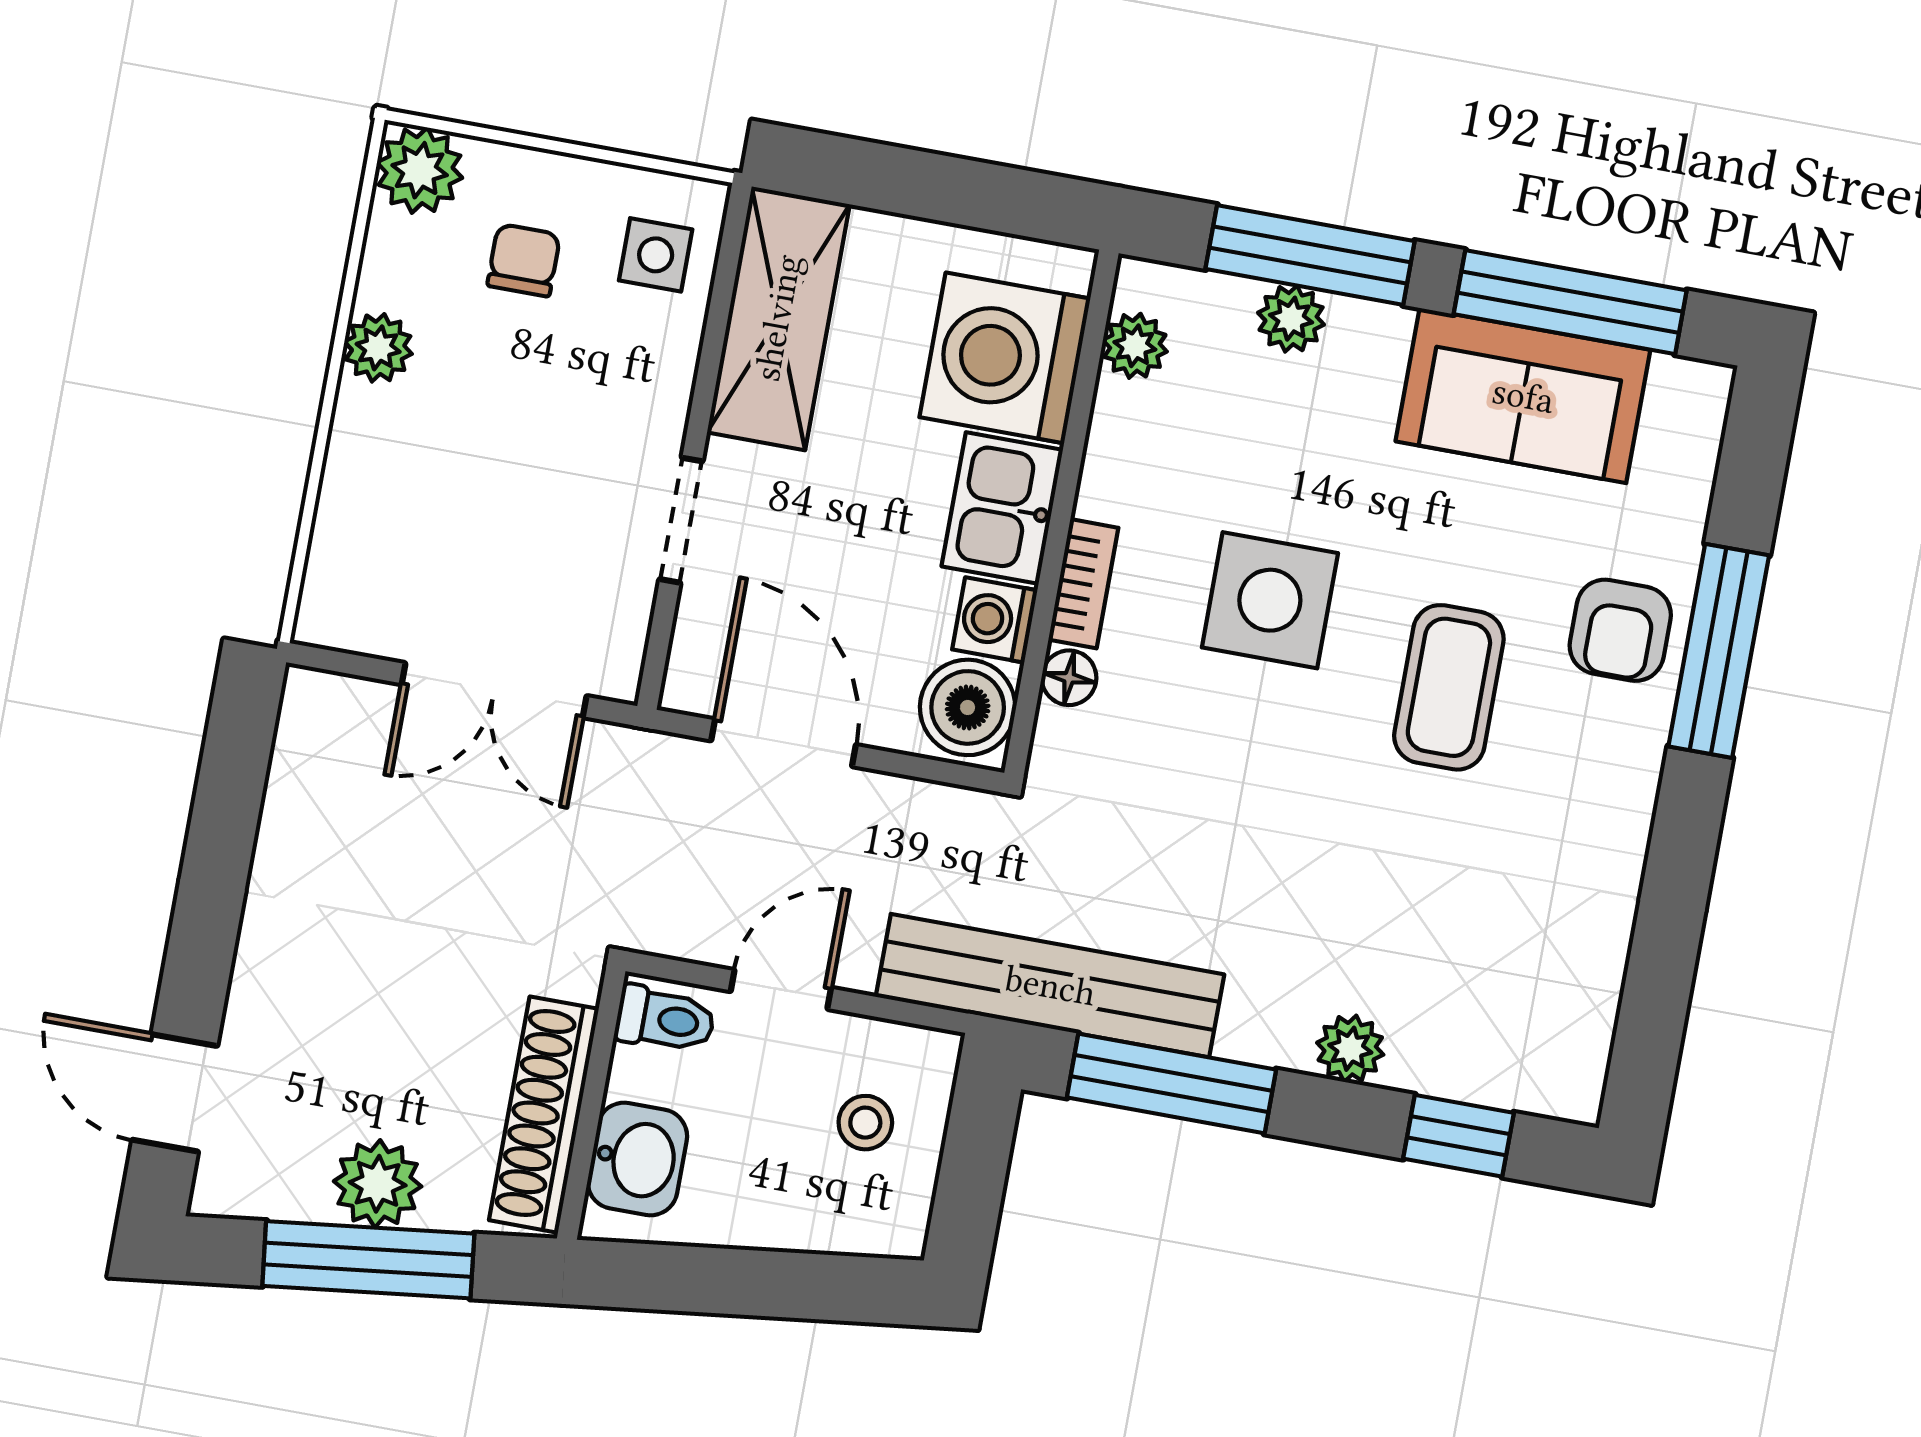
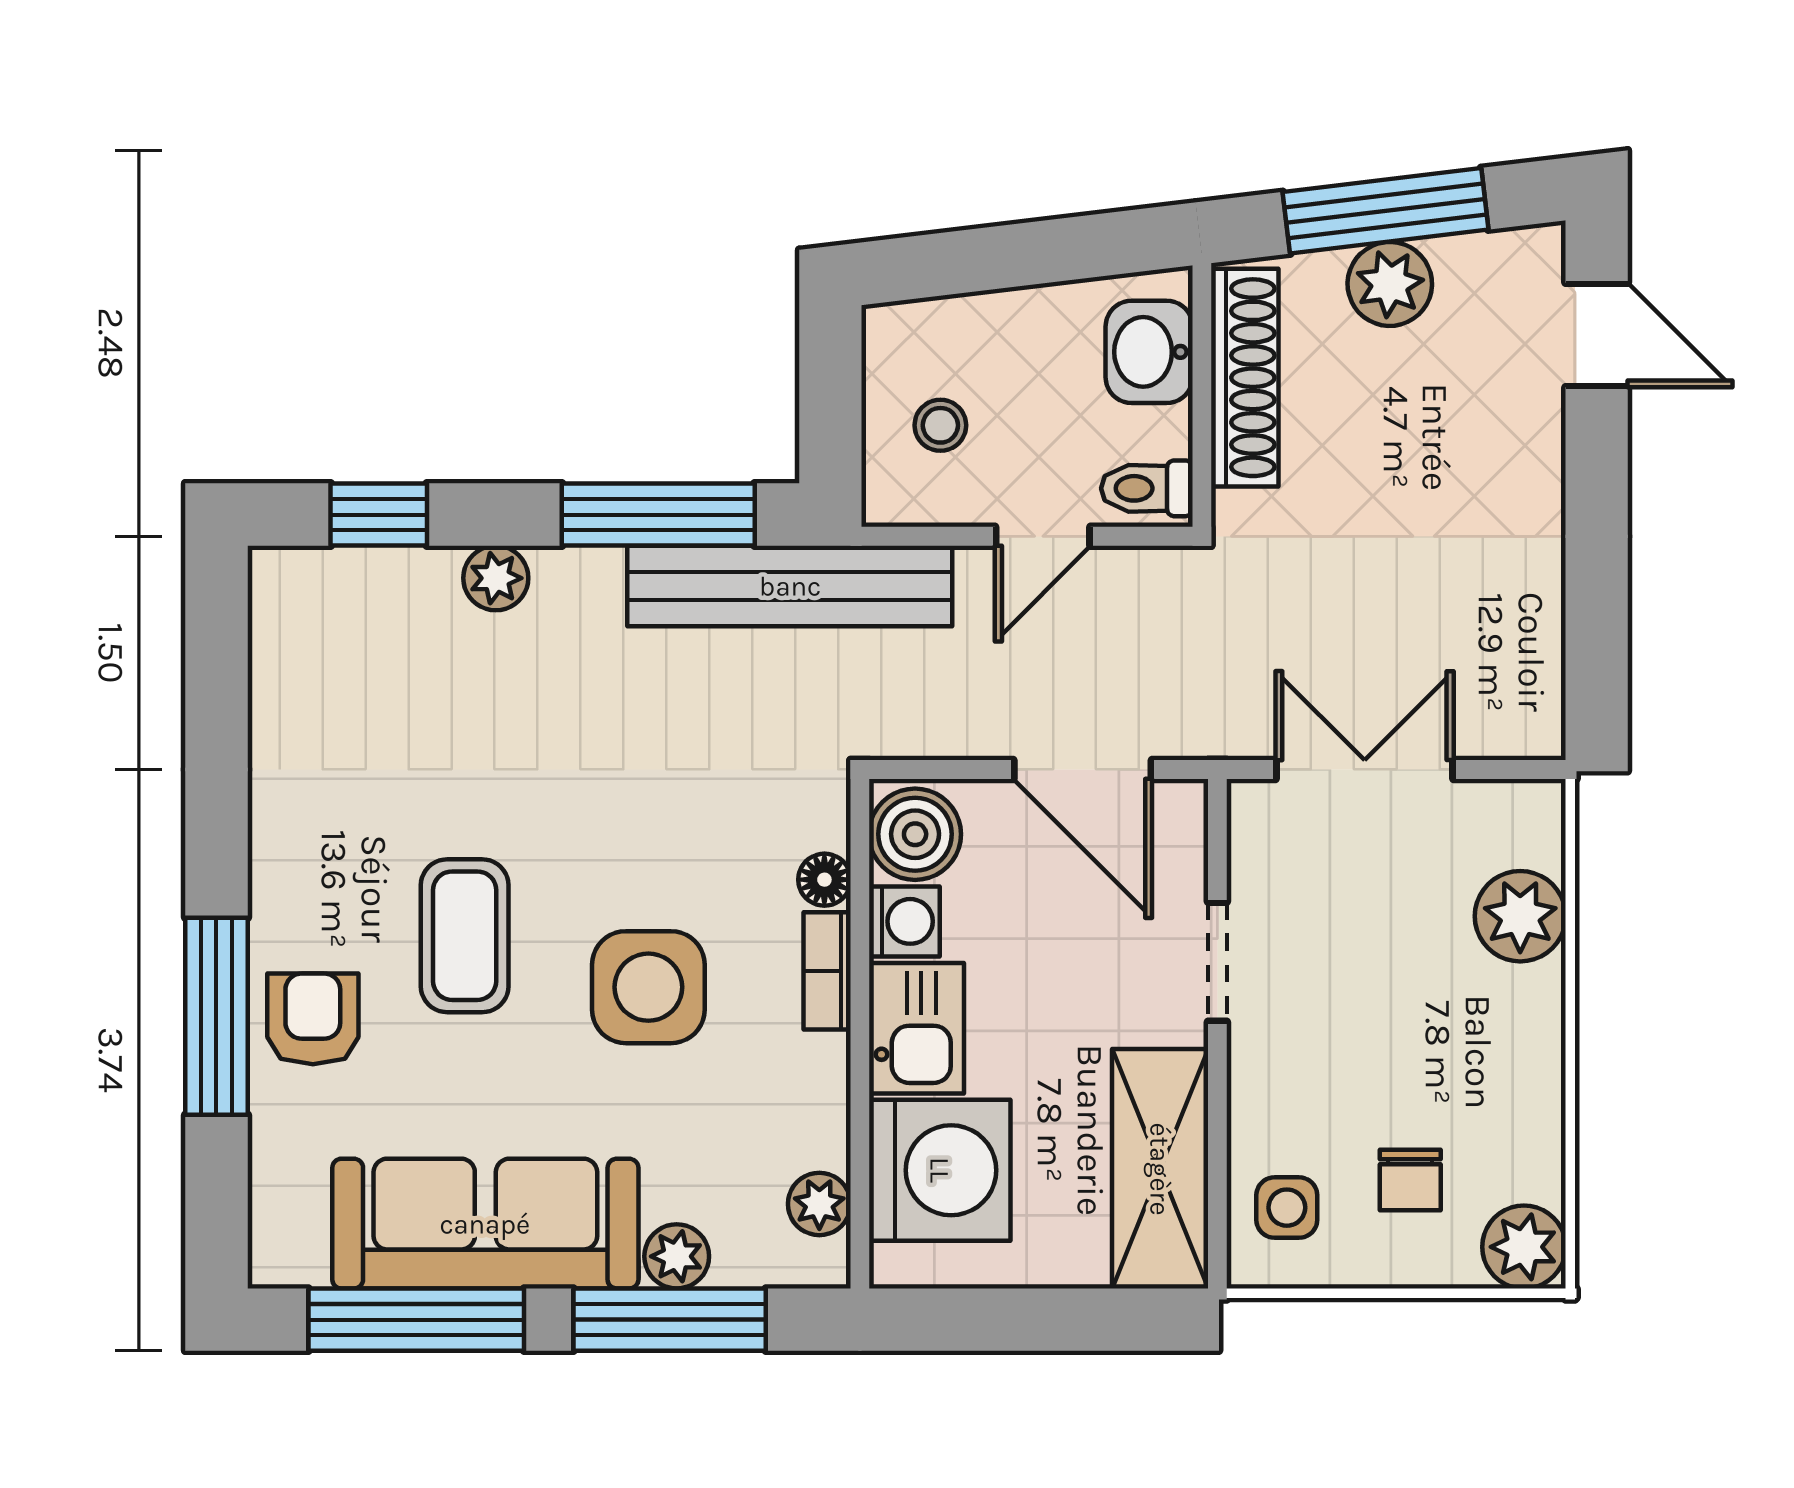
plant: (378, 348) -> (1520, 916), moved, width x1.38, depth x1.38
sofa: (1523, 396) -> (485, 1224), width x1.36

